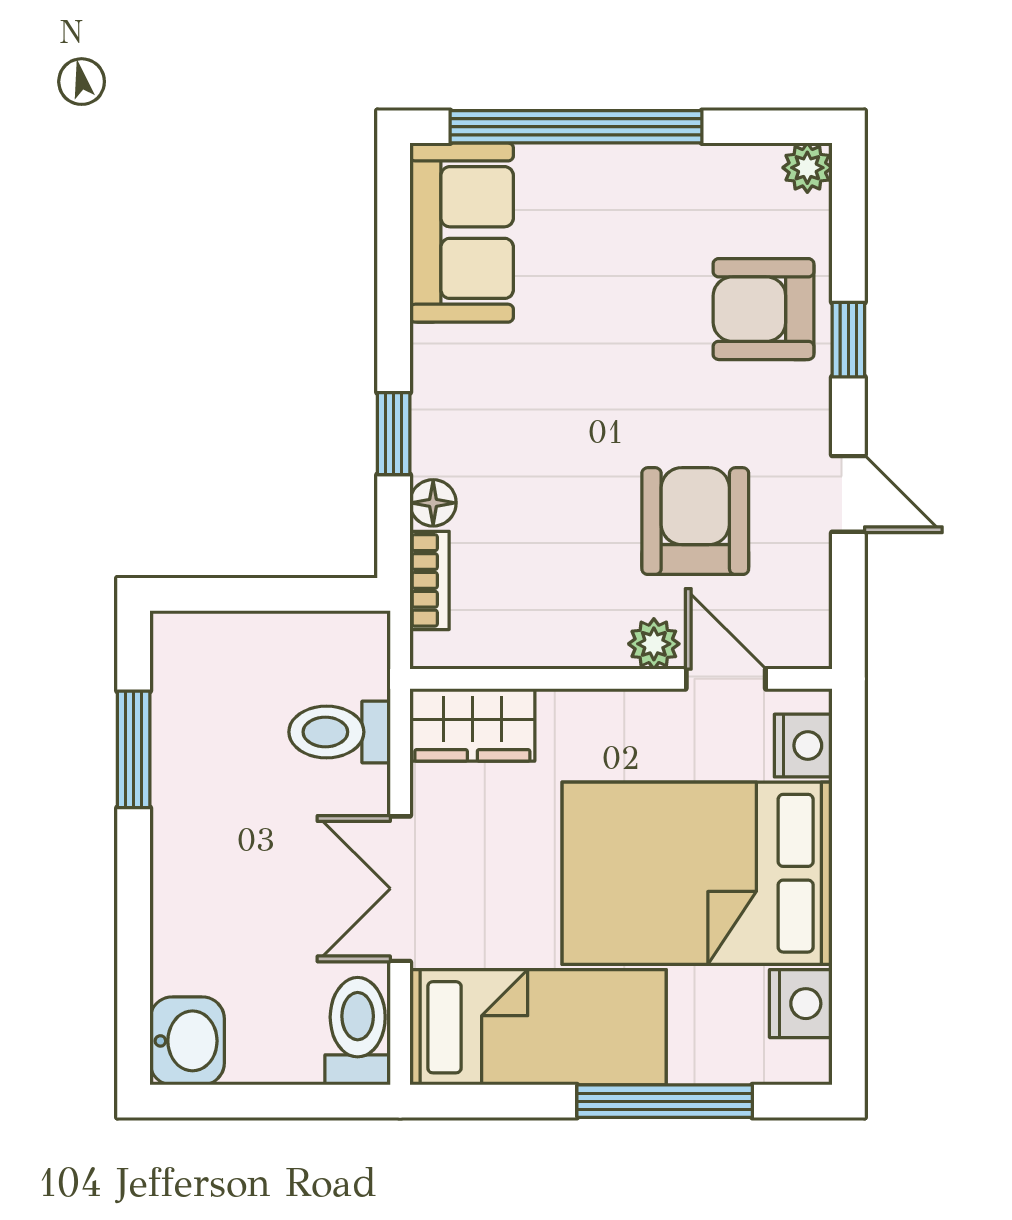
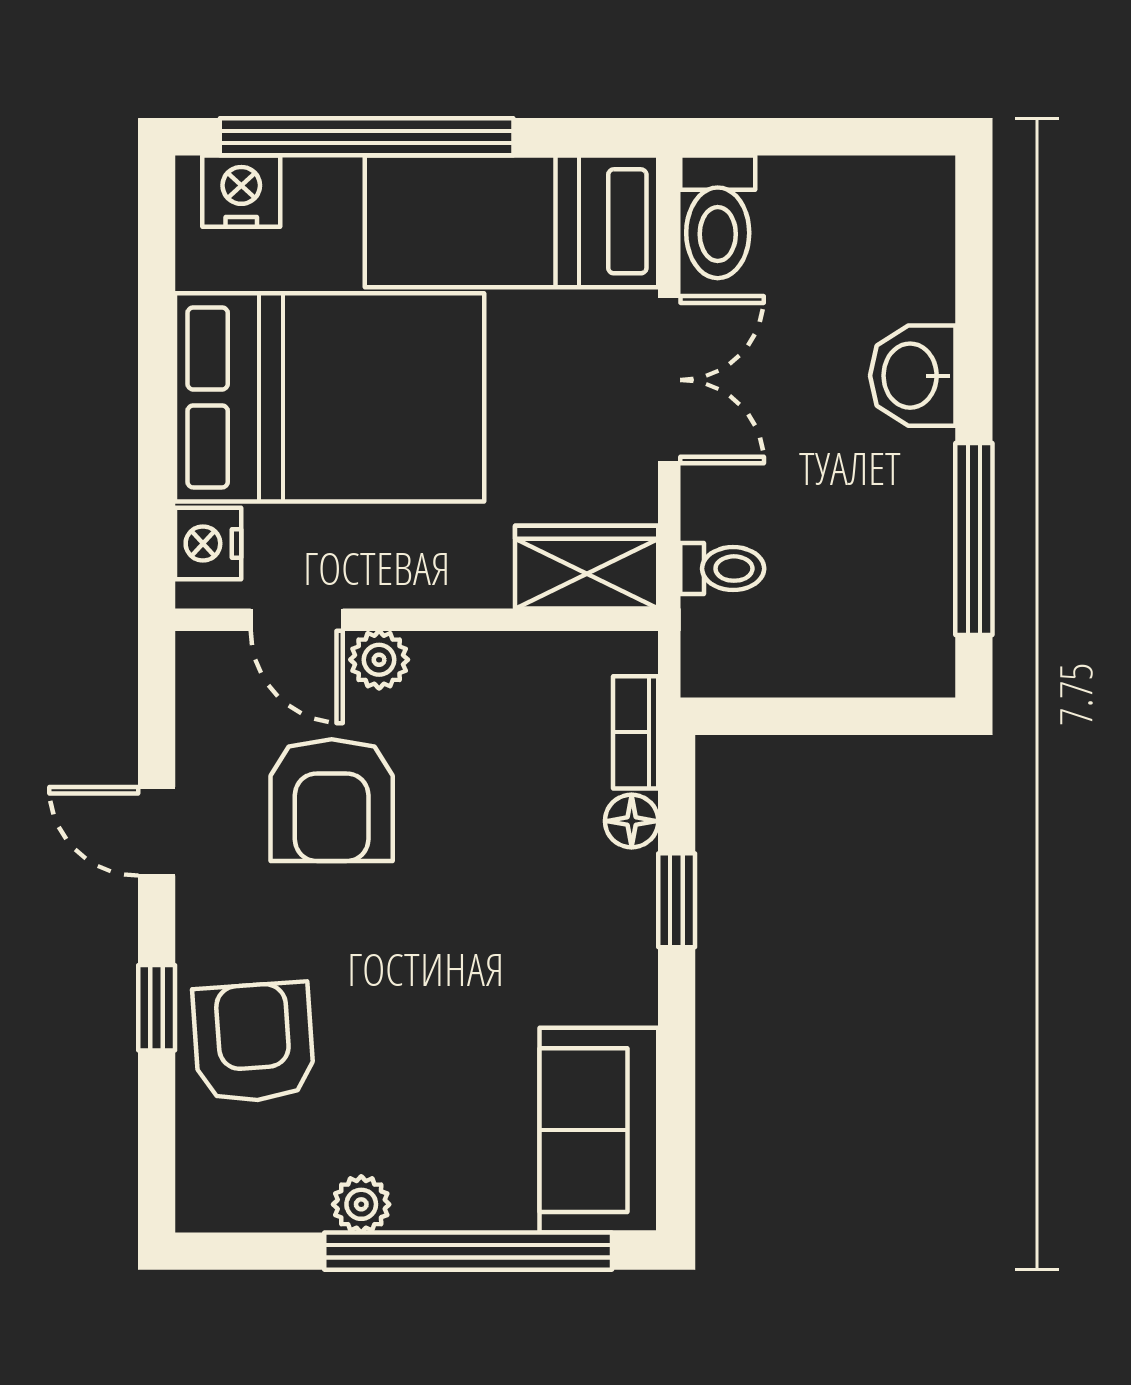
plant: (807, 168) -> (361, 1204), moved
armchair: (764, 309) -> (254, 1043), turned -94
toilet: (340, 732) -> (722, 569), width x0.73, depth x0.72
window: (134, 749) -> (974, 539), width x1.44
nightstand: (801, 1004) -> (241, 191), moved, turned 90
washbasin: (187, 1041) -> (913, 376), moved
window: (665, 1101) -> (367, 137), width x1.46

